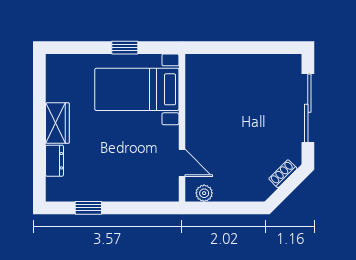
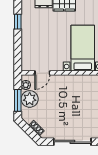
plant: (230, 186) -> (30, 99), added
window: (232, 208) -> (18, 100), added

